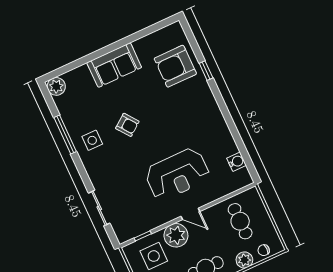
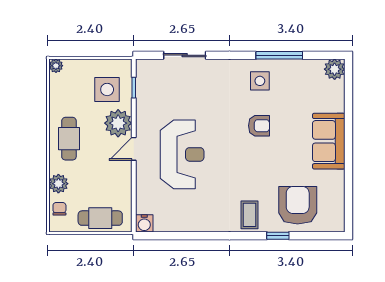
coffee table: (200, 100) -> (250, 215), added
armchair: (127, 125) -> (259, 126), turned -143
water cooler: (236, 162) -> (144, 223), moved
reception desk: (177, 174) -> (182, 154), turned 180
cafe table: (240, 221) -> (100, 218), moved

